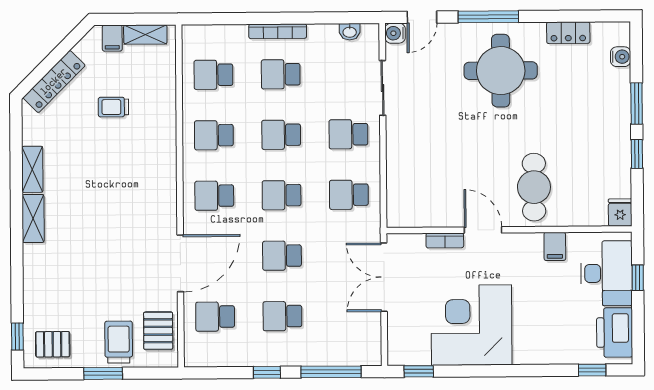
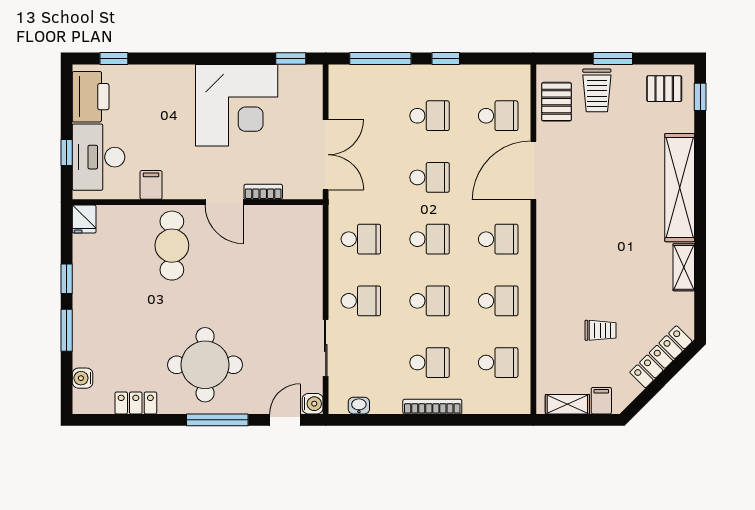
shelving: (33, 218) -> (680, 188), width x2.20, depth x1.33

